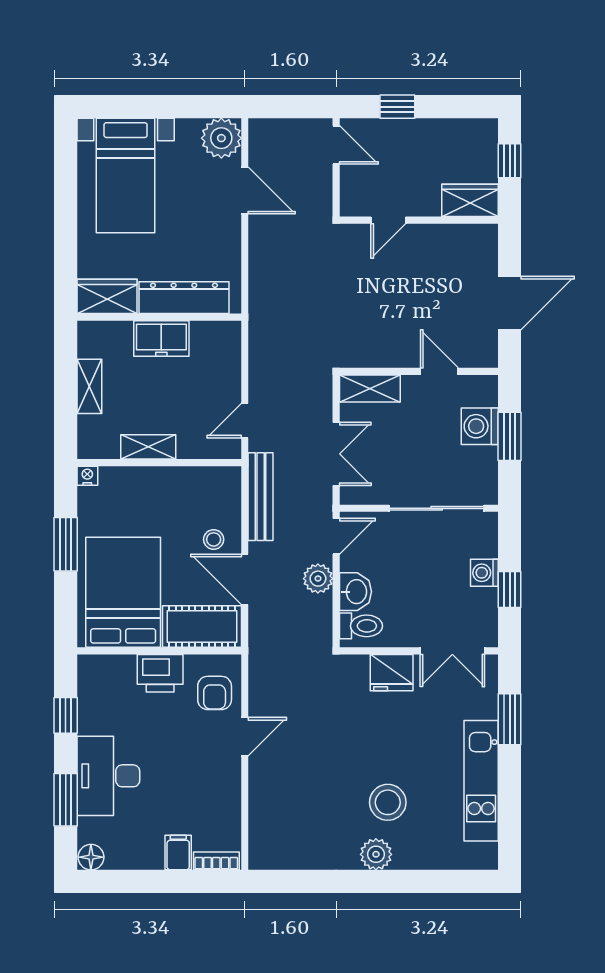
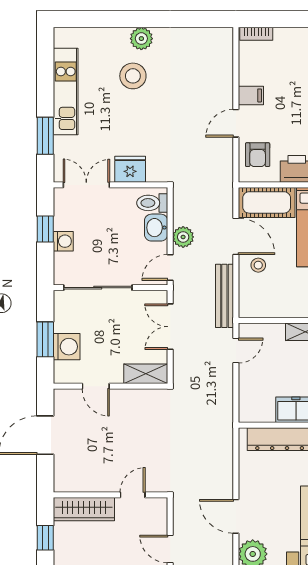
wardrobe: (470, 200) -> (84, 509), width x1.50
armchair: (215, 693) -> (258, 155), turned 180
filing cabinet: (178, 853) -> (251, 95), moved, turned -90

